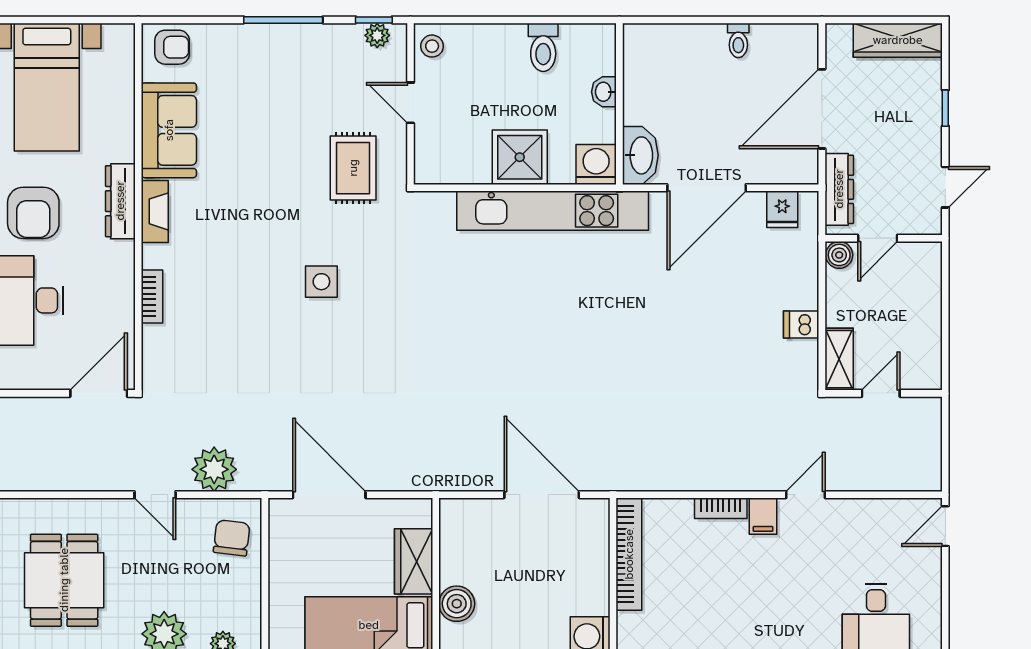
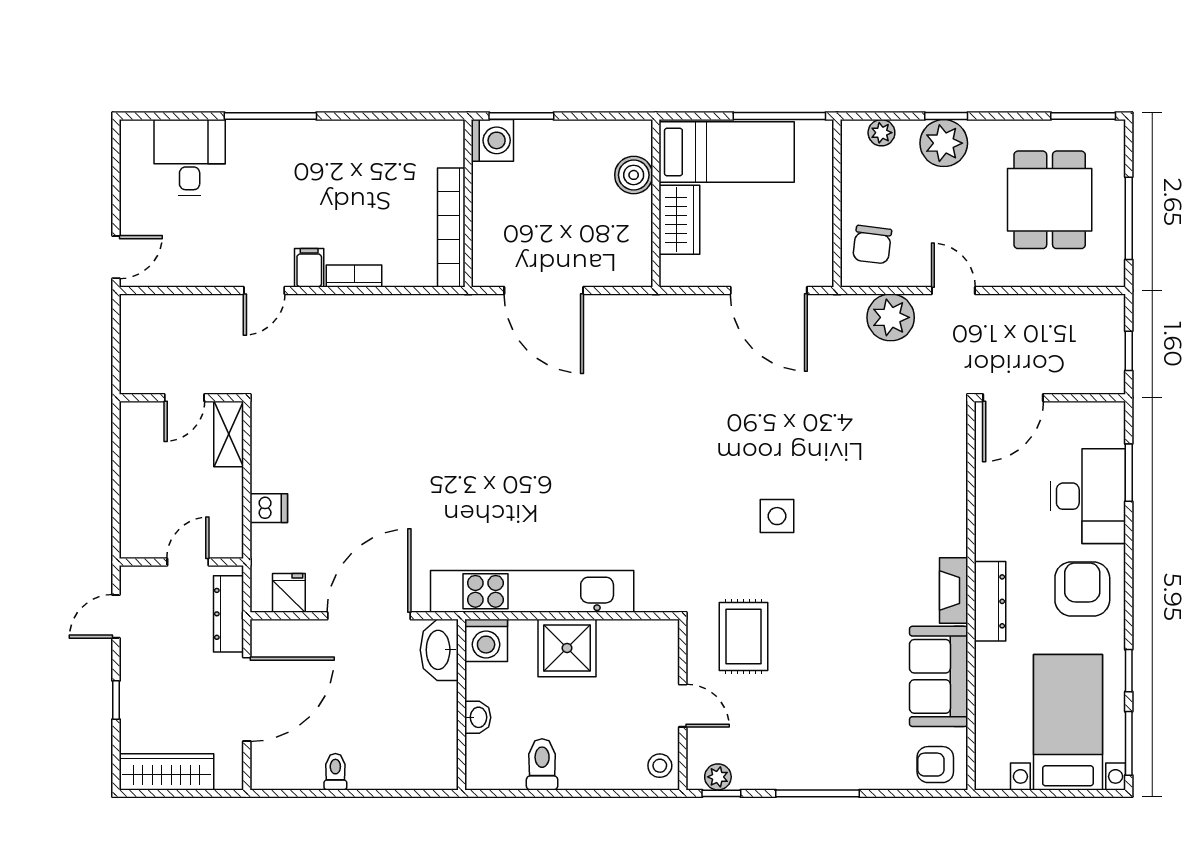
boiler: (839, 255) -> (229, 544), removed
bookcase: (152, 296) -> (956, 500), removed
dishwasher: (801, 324) -> (269, 508), moved

